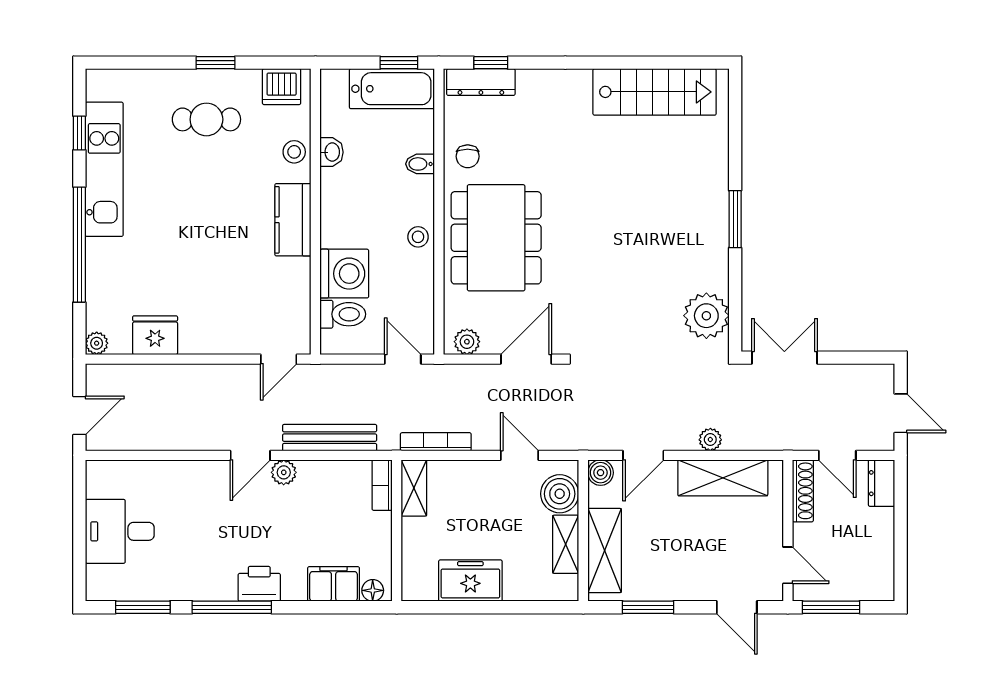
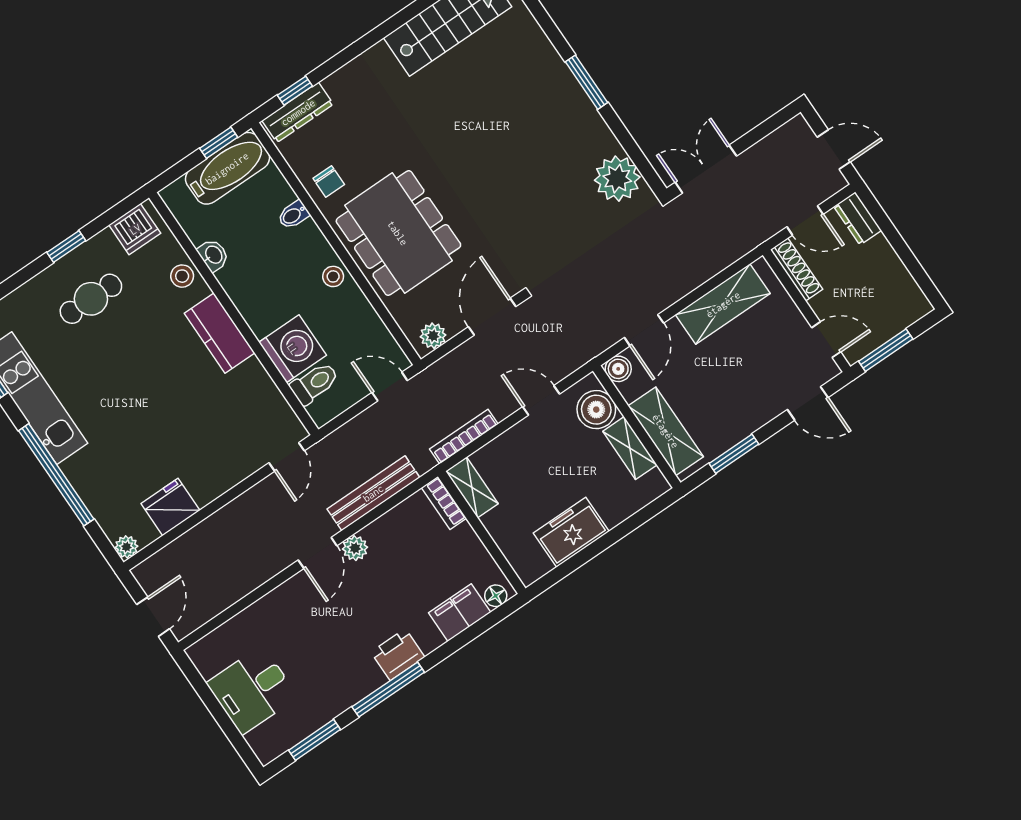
plant: (710, 440) -> (691, 279), removed

